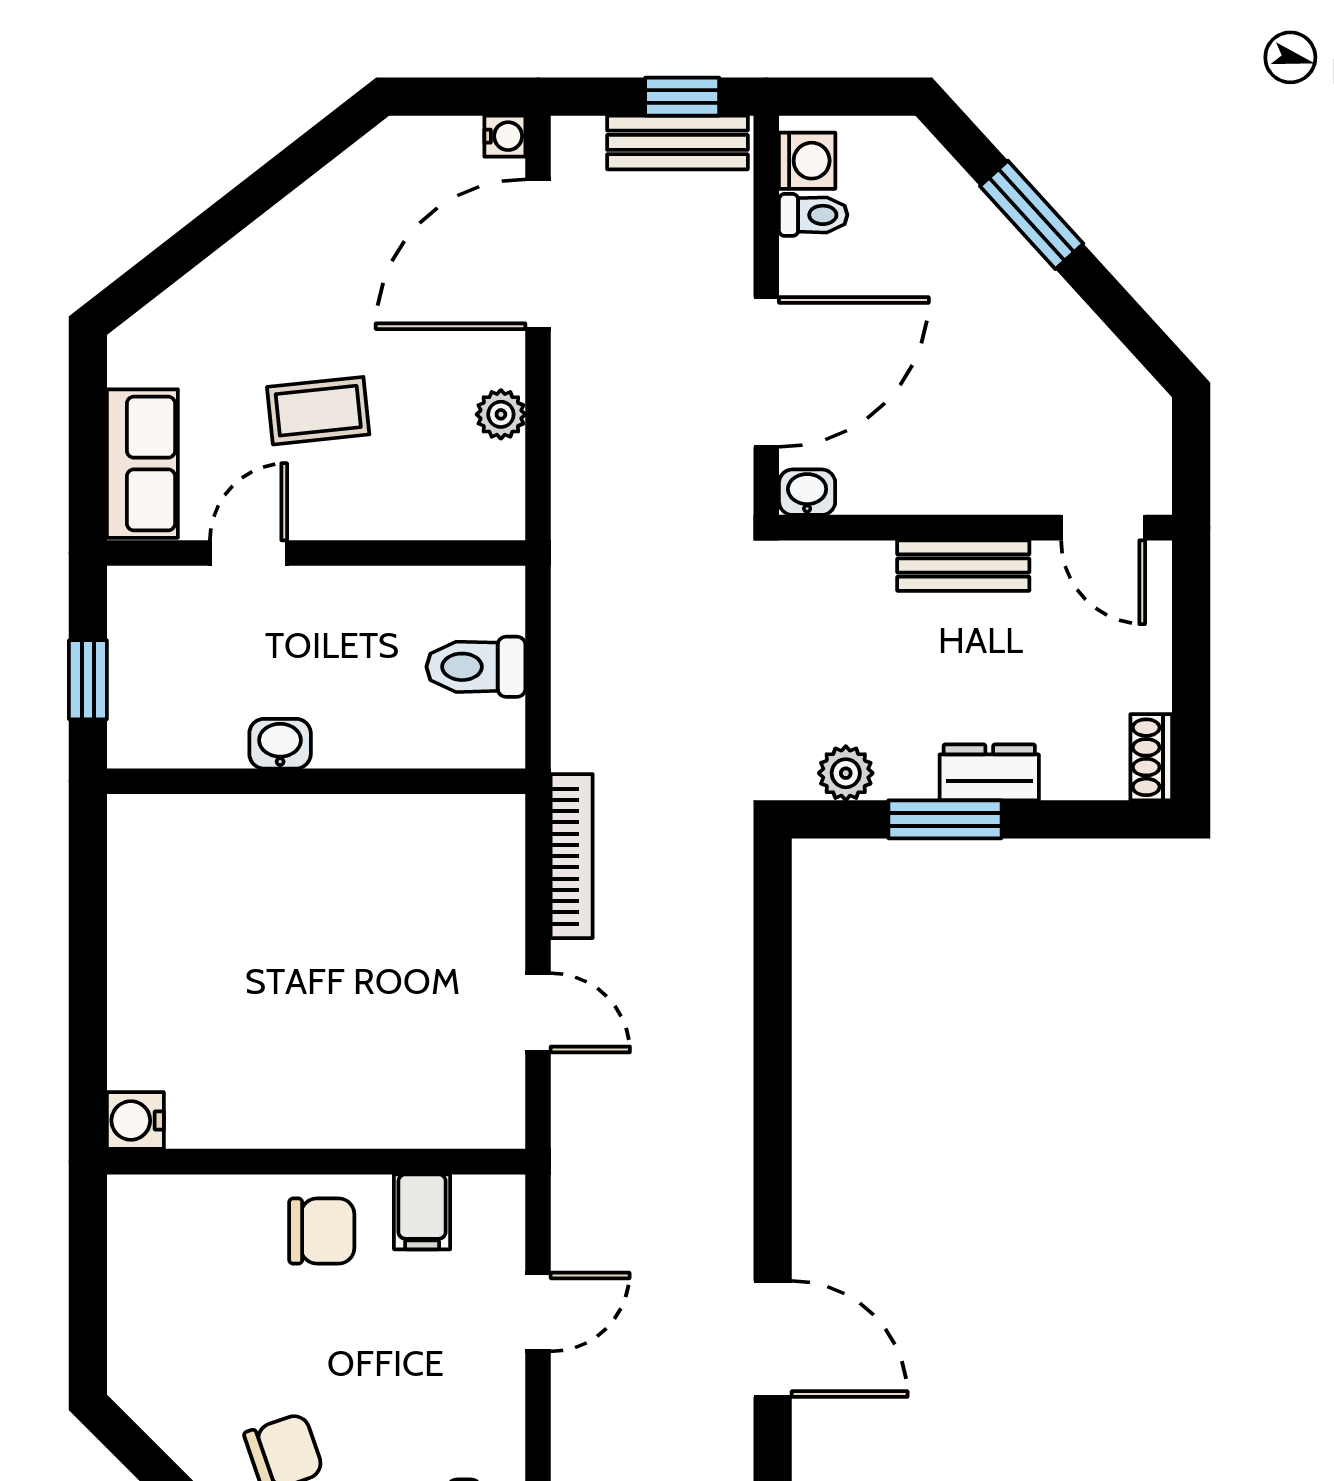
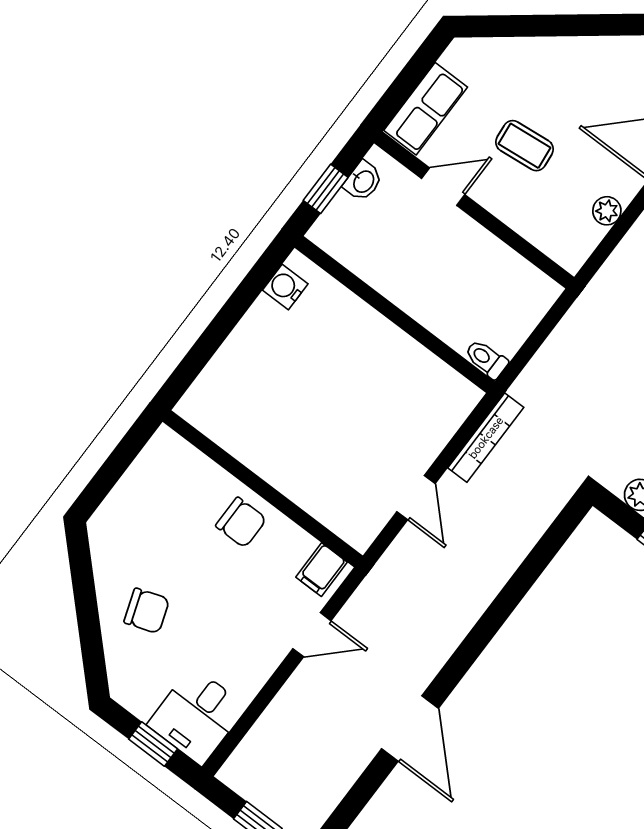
toilet: (476, 667) -> (486, 359), moved, width x0.73, depth x0.72
washbasin: (280, 744) -> (363, 181), moved, turned 90
water cooler: (135, 1121) -> (285, 287), moved
filing cabinet: (422, 1212) -> (322, 570), moved

